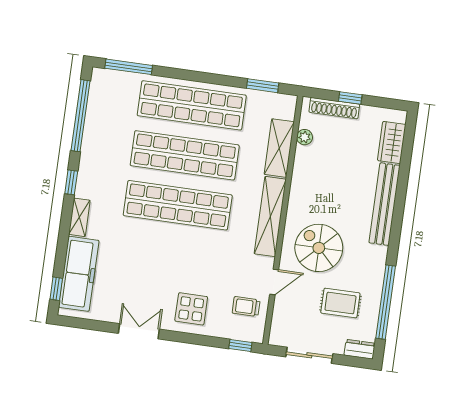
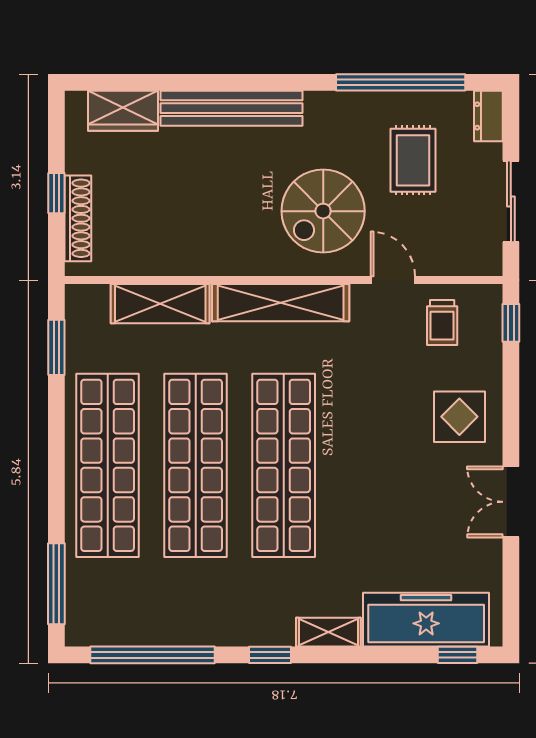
plant: (305, 137) -> (135, 263), removed

